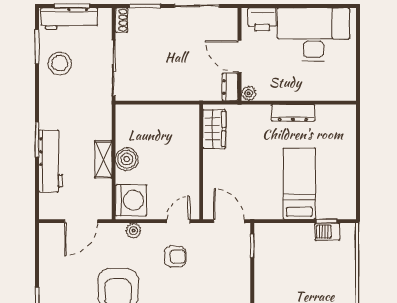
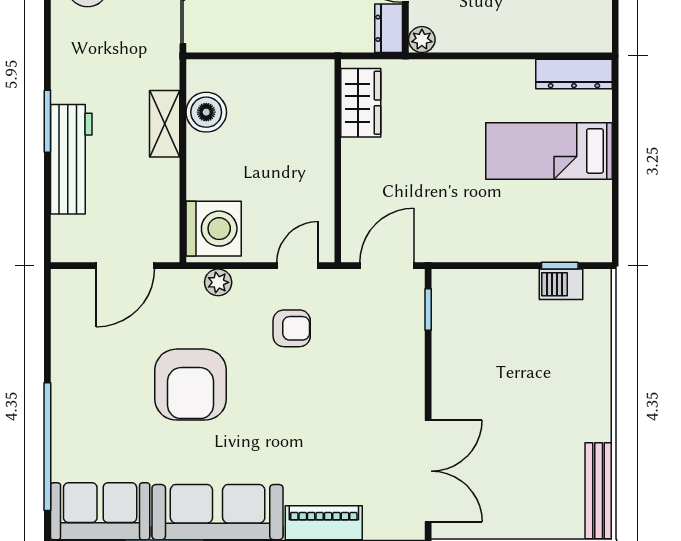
dresser: (293, 113) -> (574, 74), moved
shelving: (103, 159) -> (165, 124), moved
boiler: (127, 159) -> (206, 112), moved
bed: (299, 184) -> (549, 151), moved, turned -90
door: (229, 221) -> (387, 266), hinge flipped

